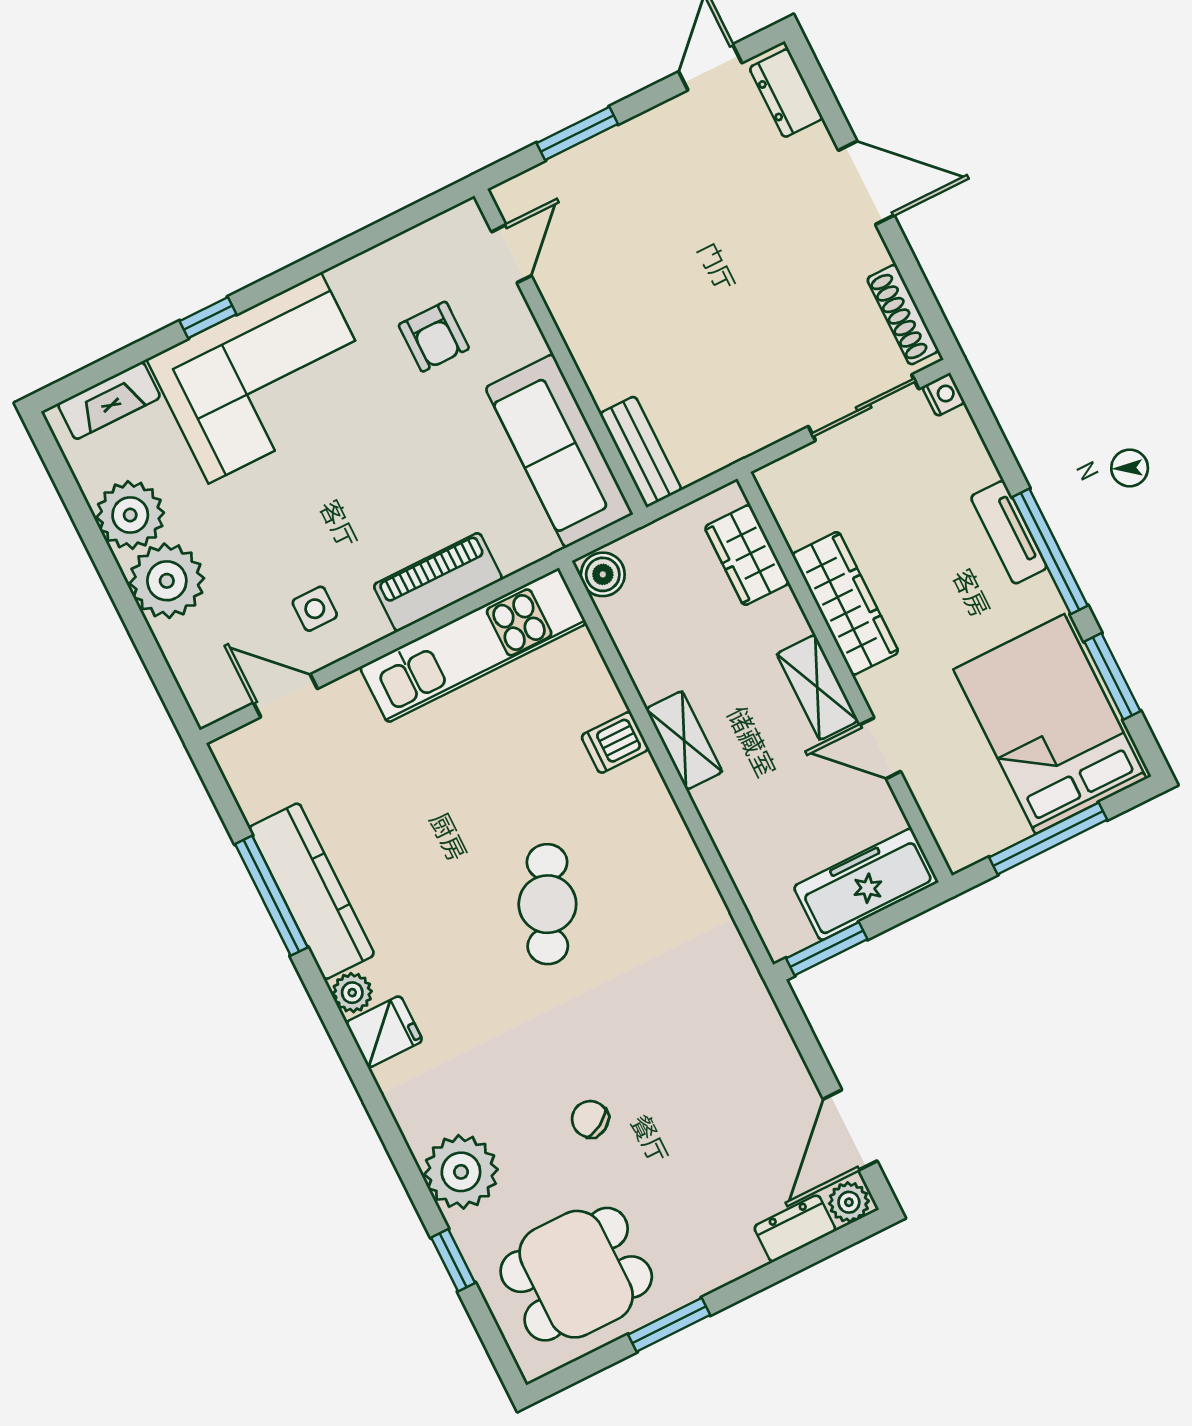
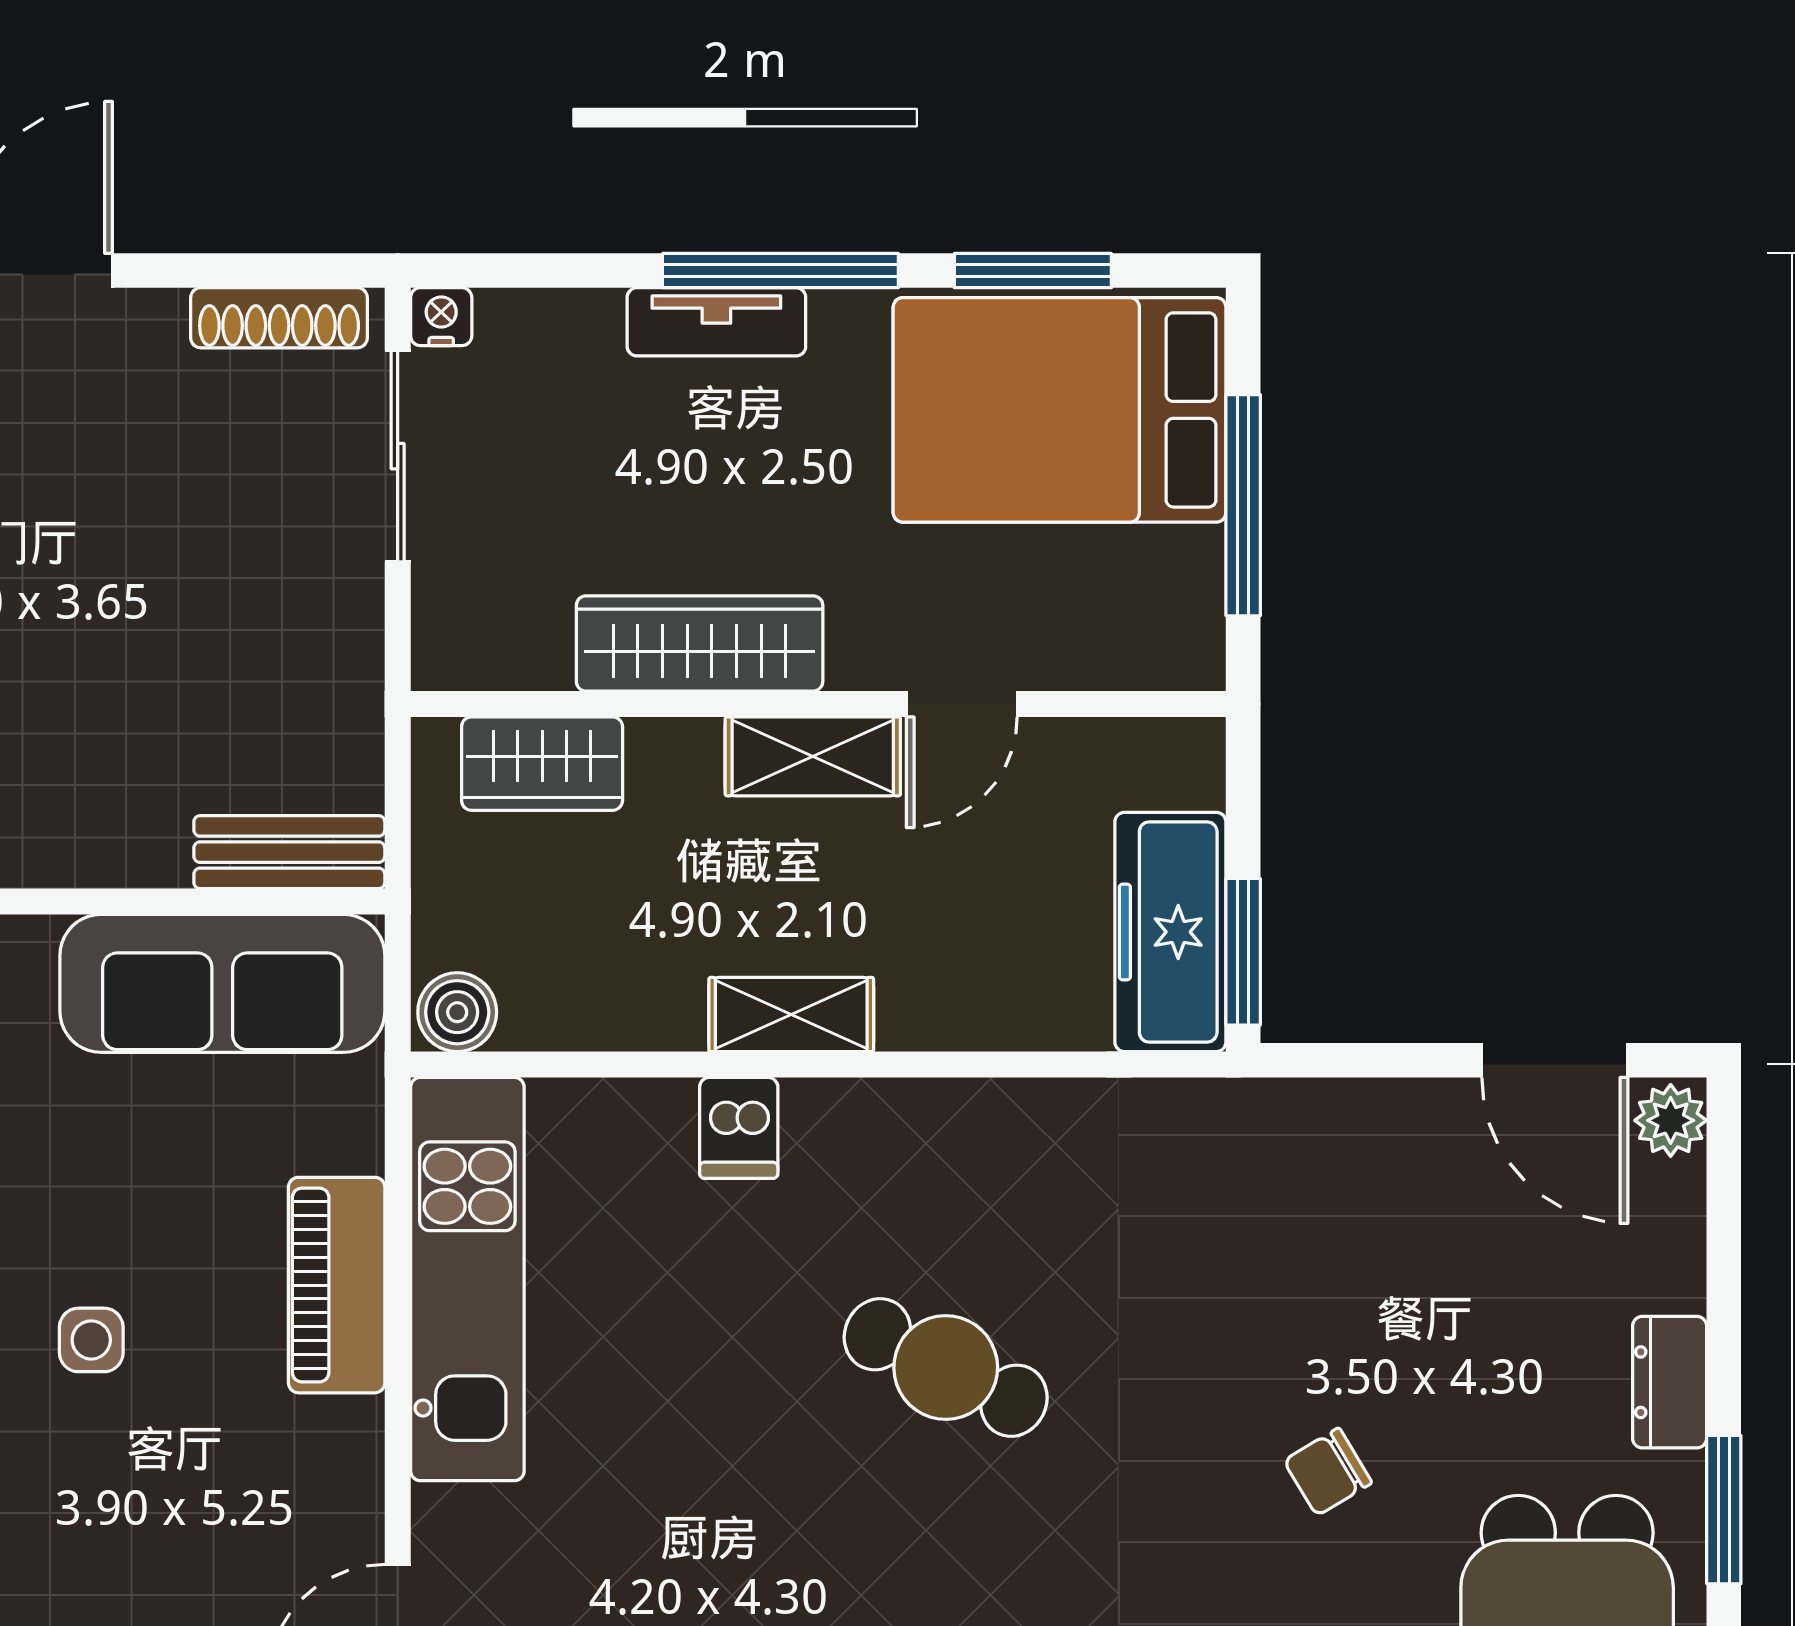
side table: (315, 609) -> (91, 1340), moved
freezer: (866, 884) -> (1170, 932), moved
dresser: (795, 1229) -> (1670, 1382), moved

